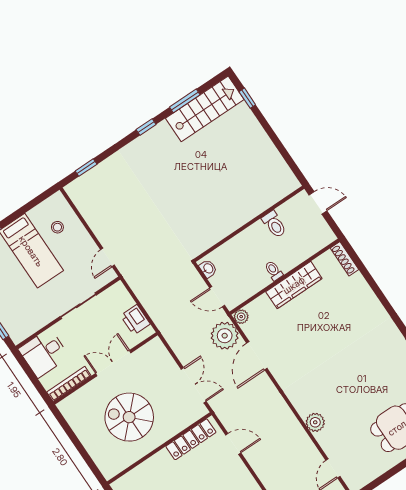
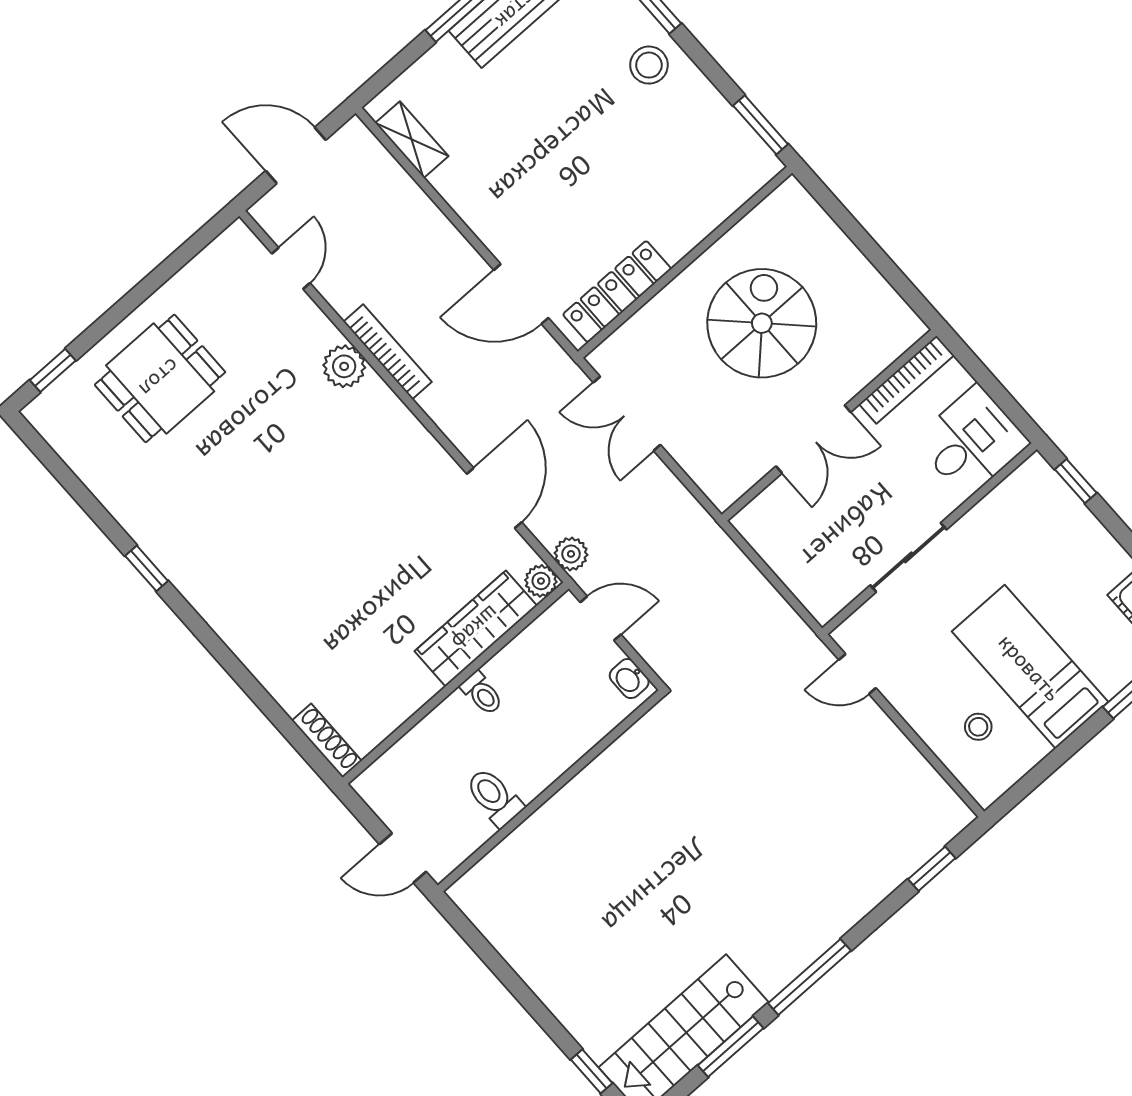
window: (146, 127) -> (809, 977), width x2.17
door: (108, 257) -> (857, 674), swing flipped
wardrobe: (294, 285) -> (476, 628), moved
printer: (135, 320) -> (777, 543), removed
plant: (225, 336) -> (571, 554), width x0.53, depth x0.53
spiral stairs: (129, 417) -> (762, 323), turned -90
bookcase: (295, 426) -> (388, 352), added
door: (233, 444) -> (521, 294), width x1.38

